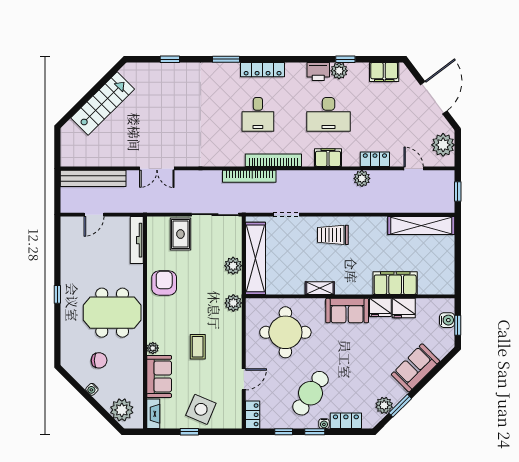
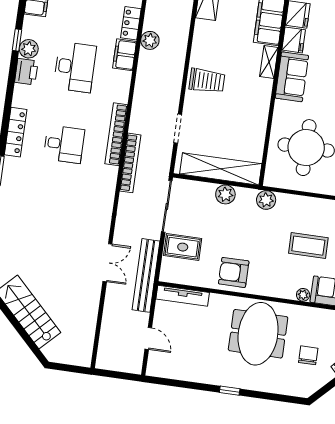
filing cabinet: (328, 158) -> (125, 55), moved
bench: (93, 178) -> (146, 275), moved
trolley: (333, 235) -> (207, 81), turned -90
shelving: (320, 288) -> (269, 62), moved
coffee table: (198, 347) -> (308, 246), width x1.36, depth x1.30

